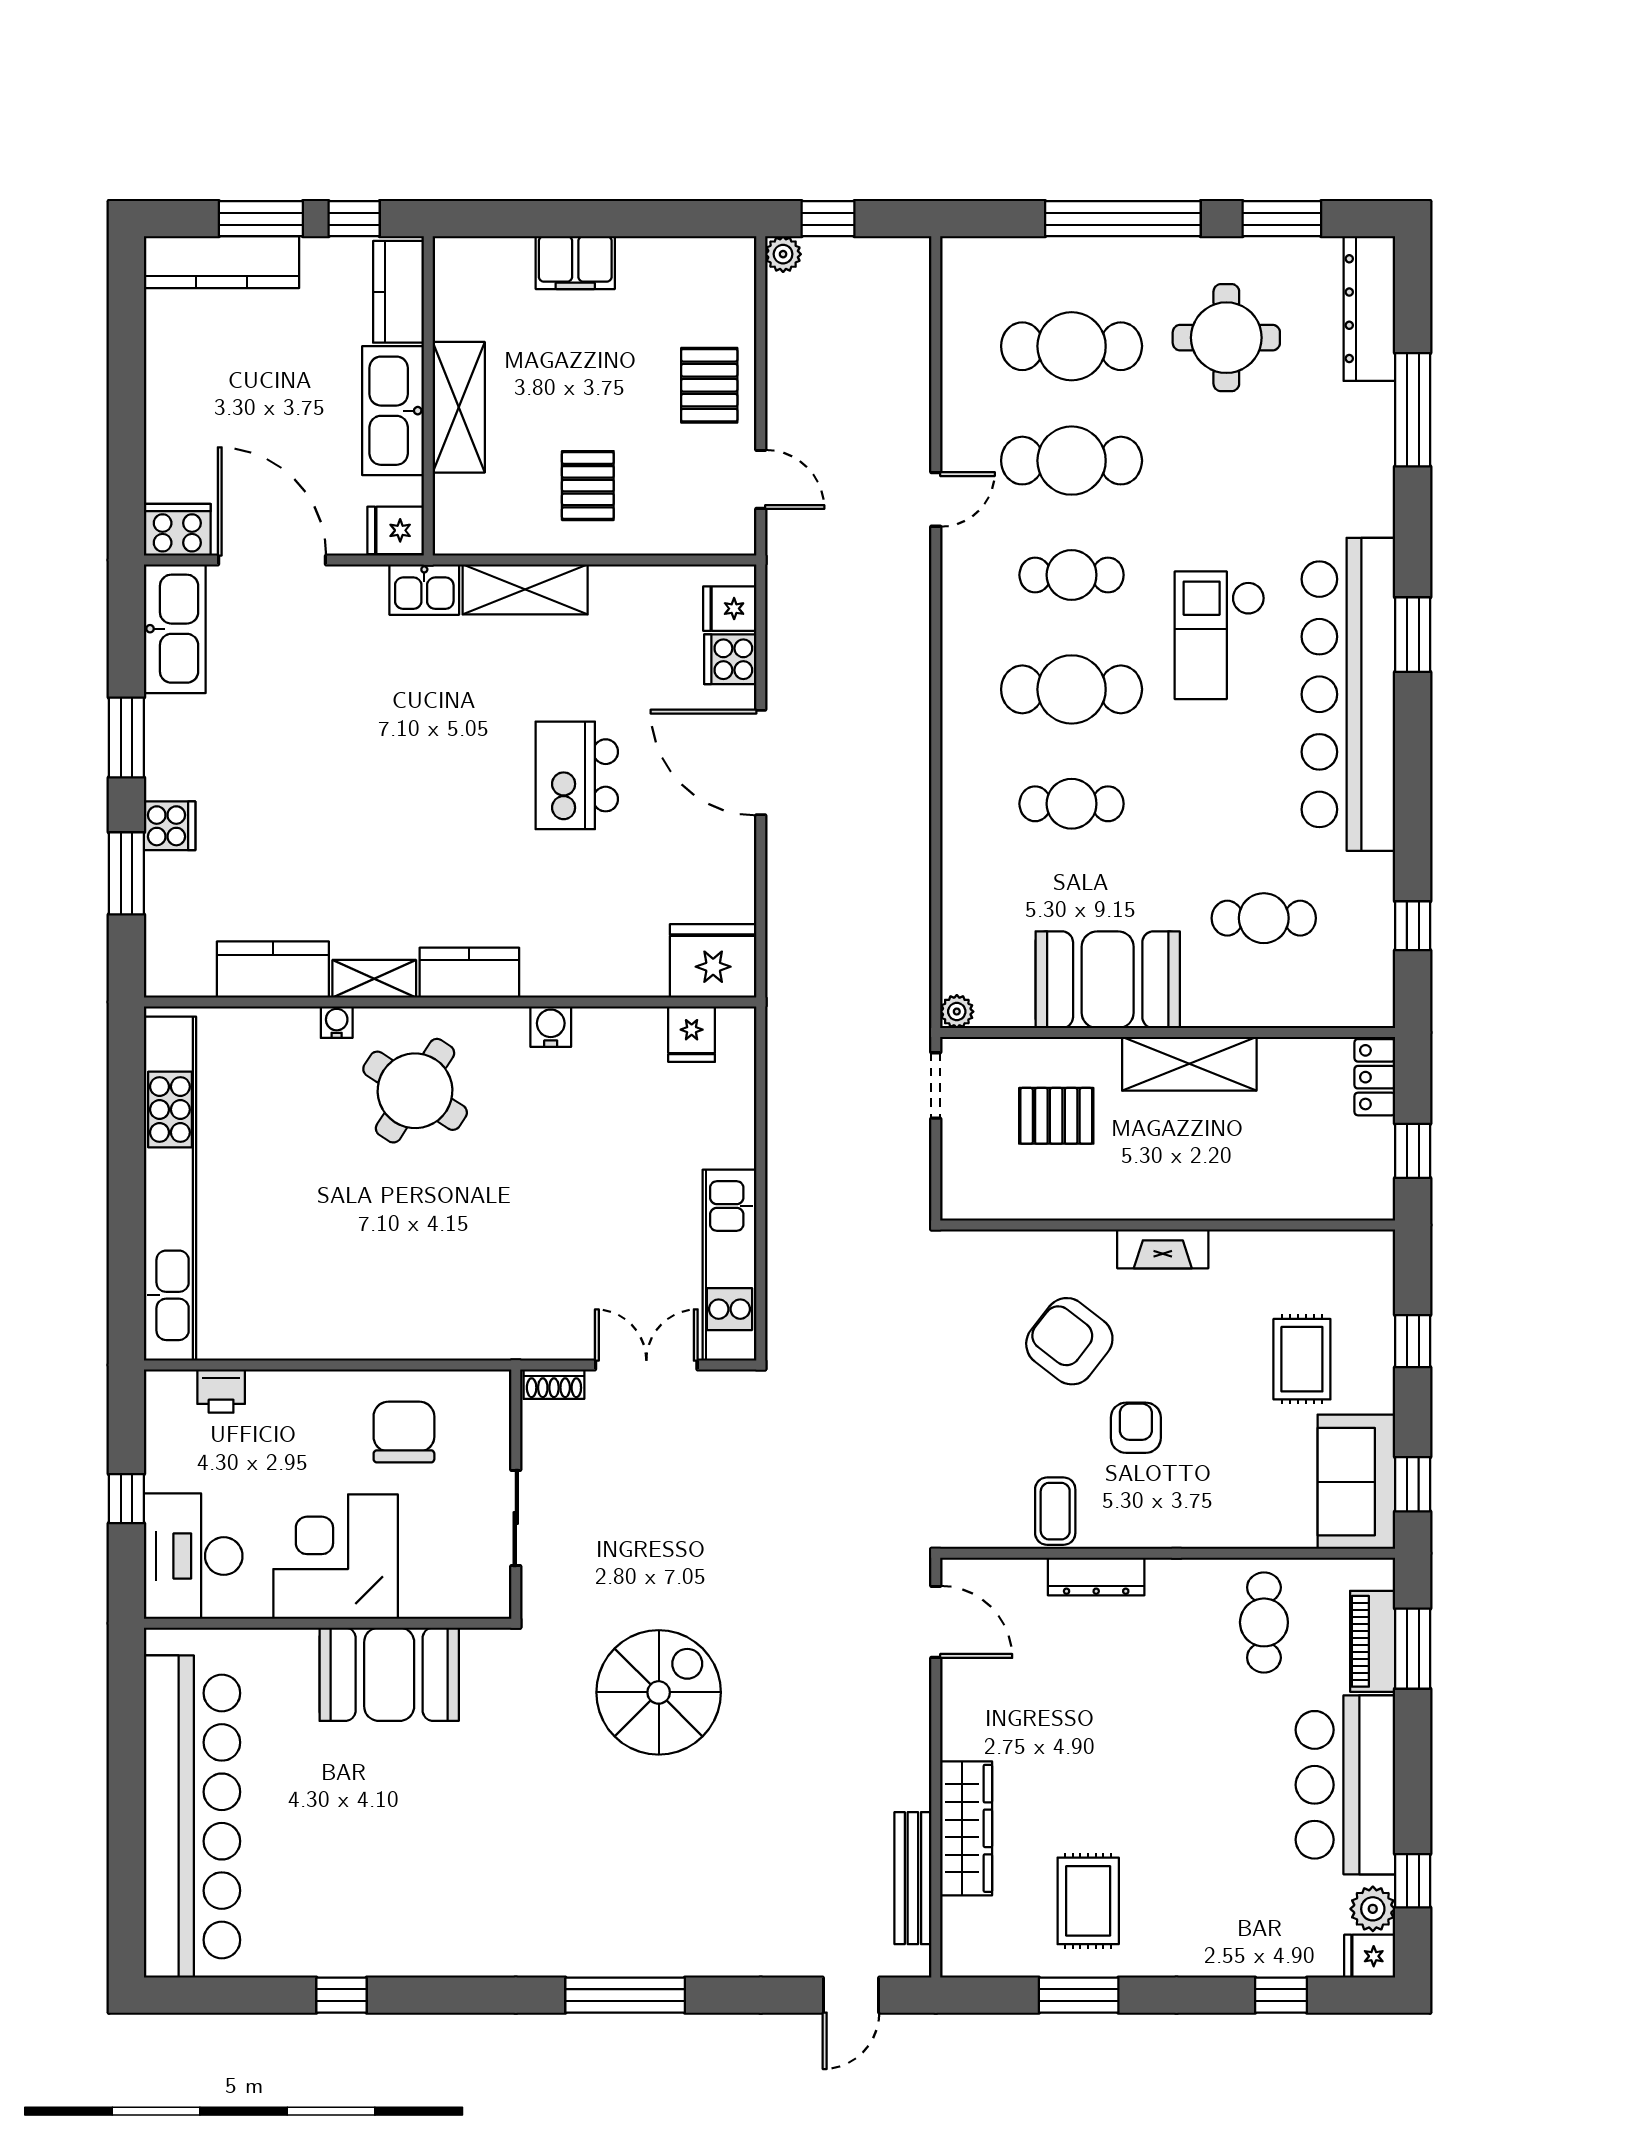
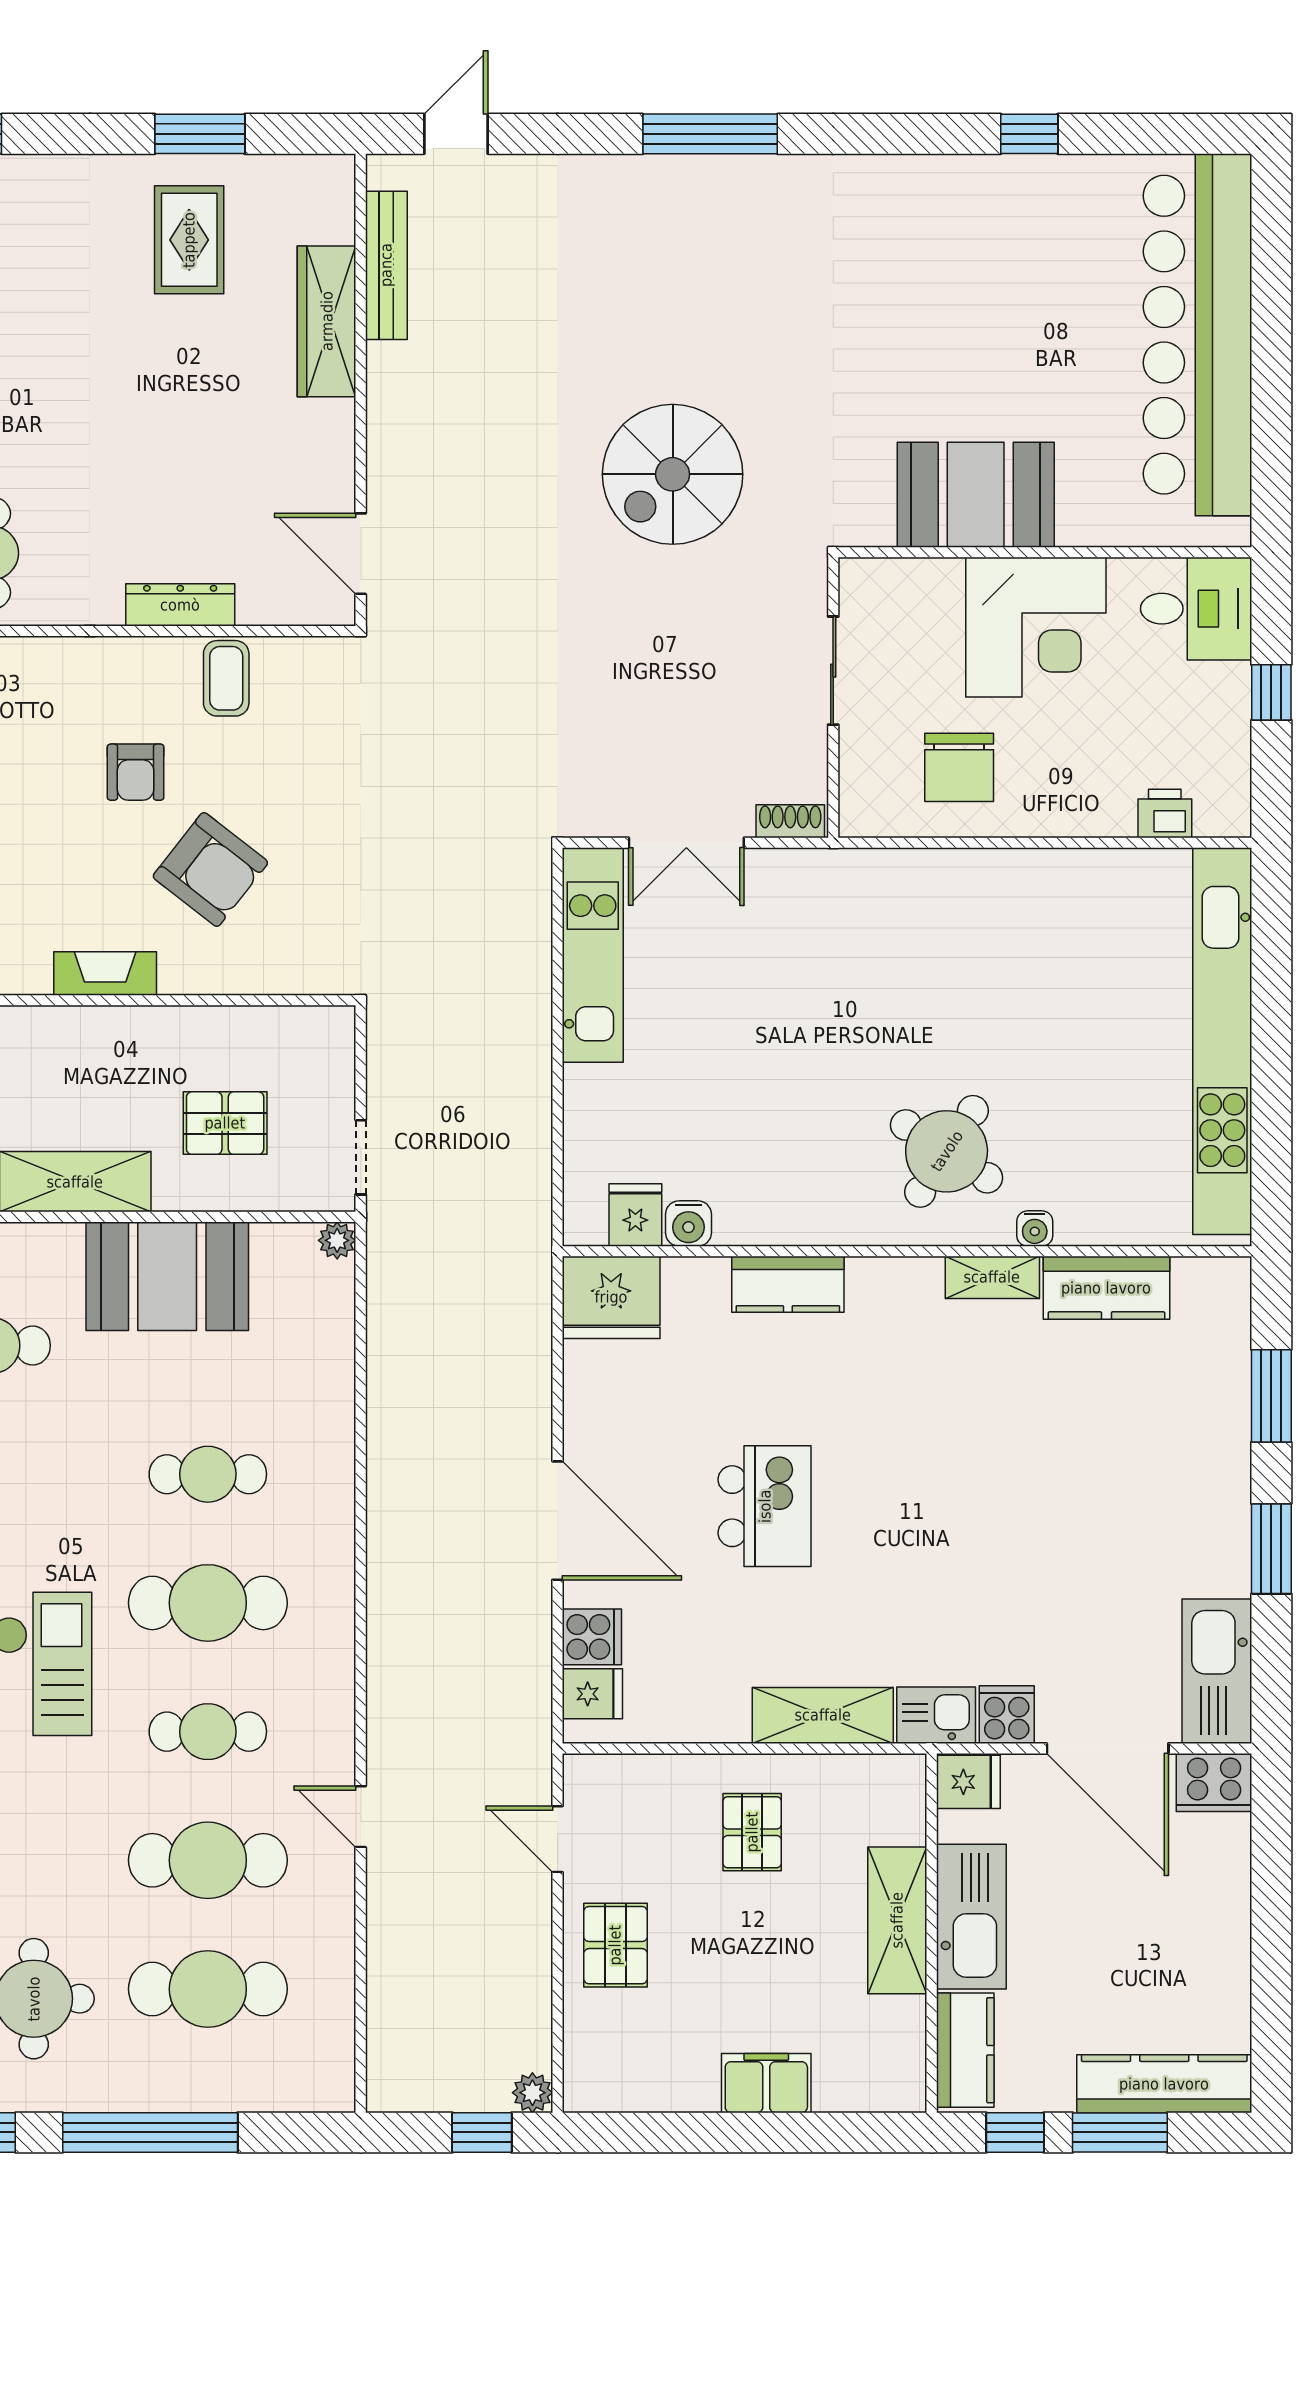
door: (936, 499) -> (361, 1817), hinge flipped
cooker: (170, 826) -> (1007, 1715), moved, turned 90
kitchen counter: (469, 973) -> (788, 1284), moved
water cooler: (551, 1027) -> (688, 1223), moved
desk: (193, 1556) -> (1196, 609), width x0.73

